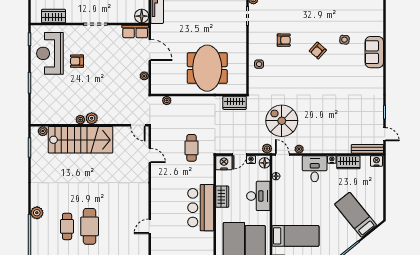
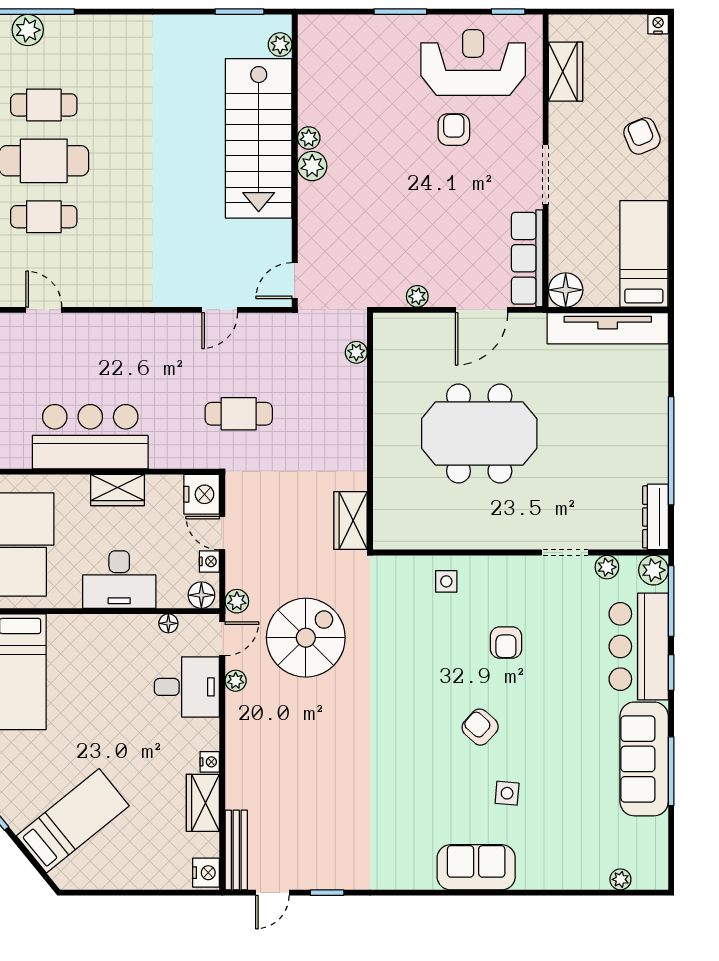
row of seats: (135, 32) -> (527, 258), width x1.48
meeting table: (207, 68) -> (479, 433), moved
desk: (315, 169) -> (187, 687), moved
plant: (37, 213) -> (28, 30), moved
cafe table: (112, 226) -> (44, 217), added

